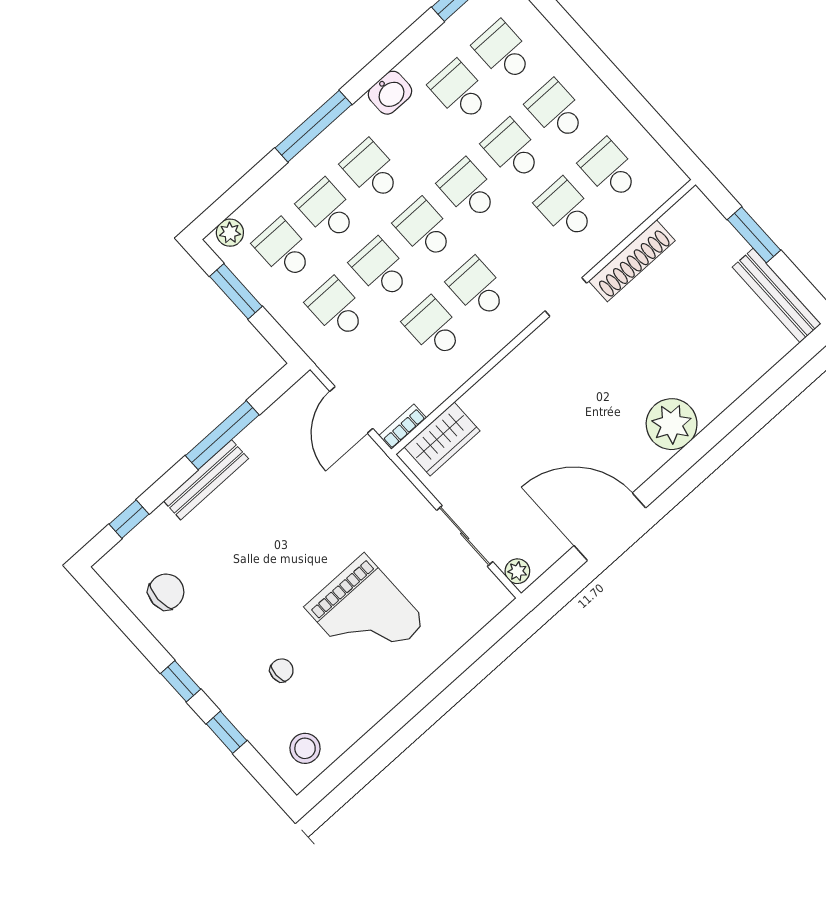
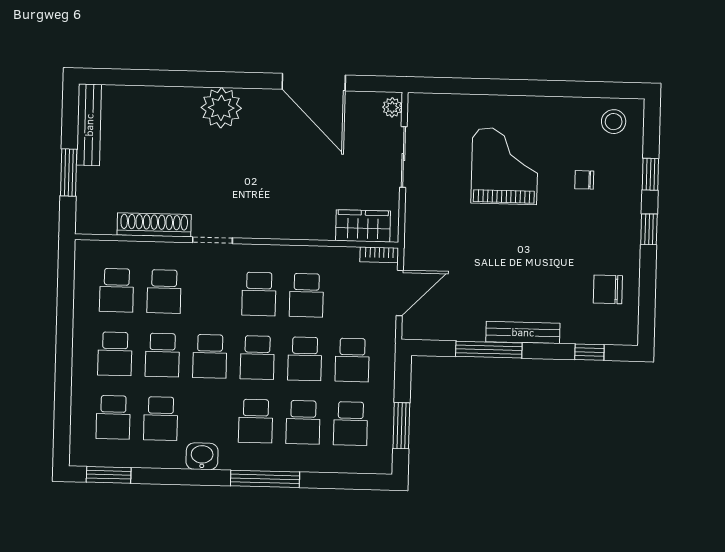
plant: (230, 233) -> (373, 463), removed

